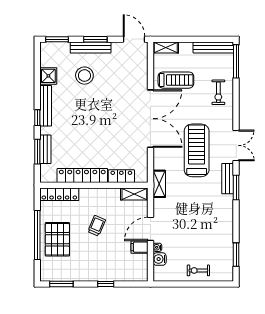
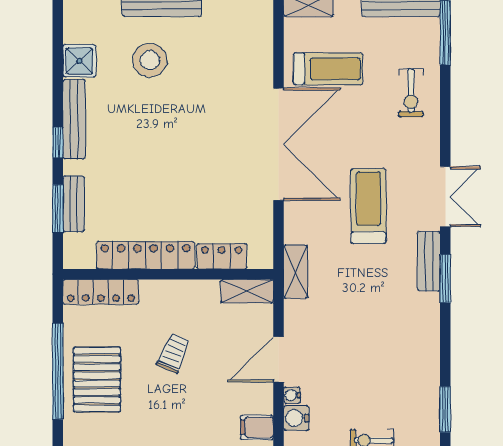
treadmill: (197, 150) -> (368, 206), width x0.73, depth x0.73
filing cabinet: (139, 247) -> (257, 427), moved

